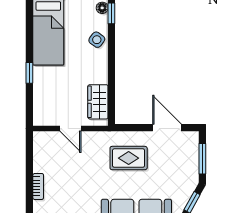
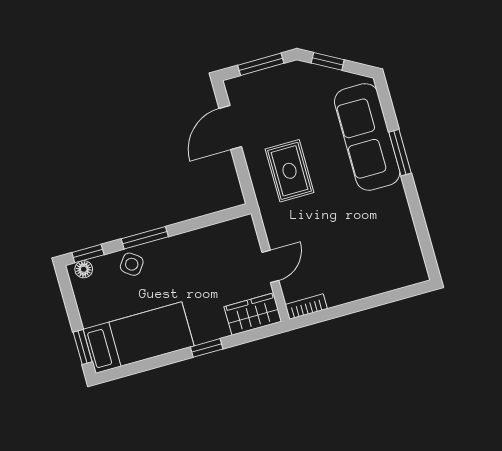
window: (111, 53) -> (145, 238), added
wardrobe: (98, 102) -> (253, 314), moved, turned 180
bookcase: (38, 186) -> (306, 307), moved

